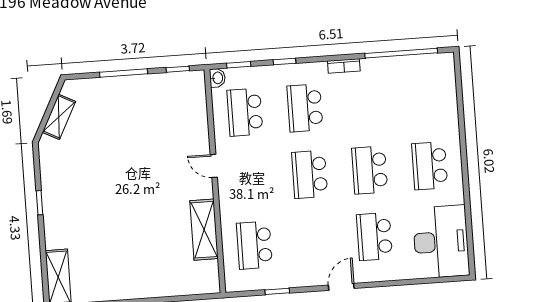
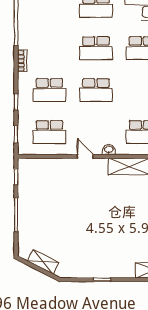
washbasin: (217, 78) -> (109, 150), moved
door: (214, 166) -> (85, 156), swing flipped

